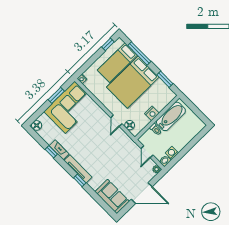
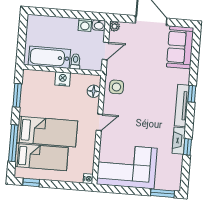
bed: (133, 82) -> (47, 132), width x0.67
window: (56, 95) -> (163, 193), moved
door: (116, 121) -> (99, 122), moved
floor lamp: (37, 125) -> (174, 184), removed
side table: (121, 140) -> (116, 87), added

